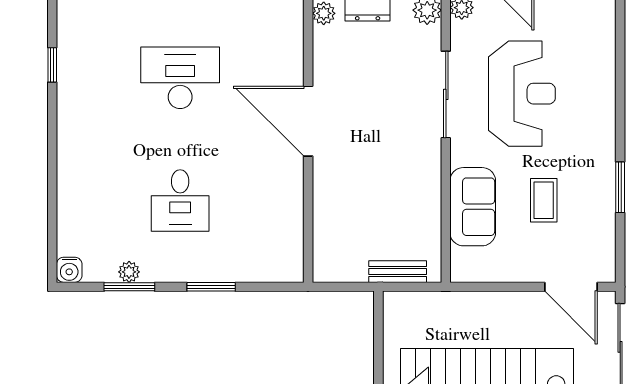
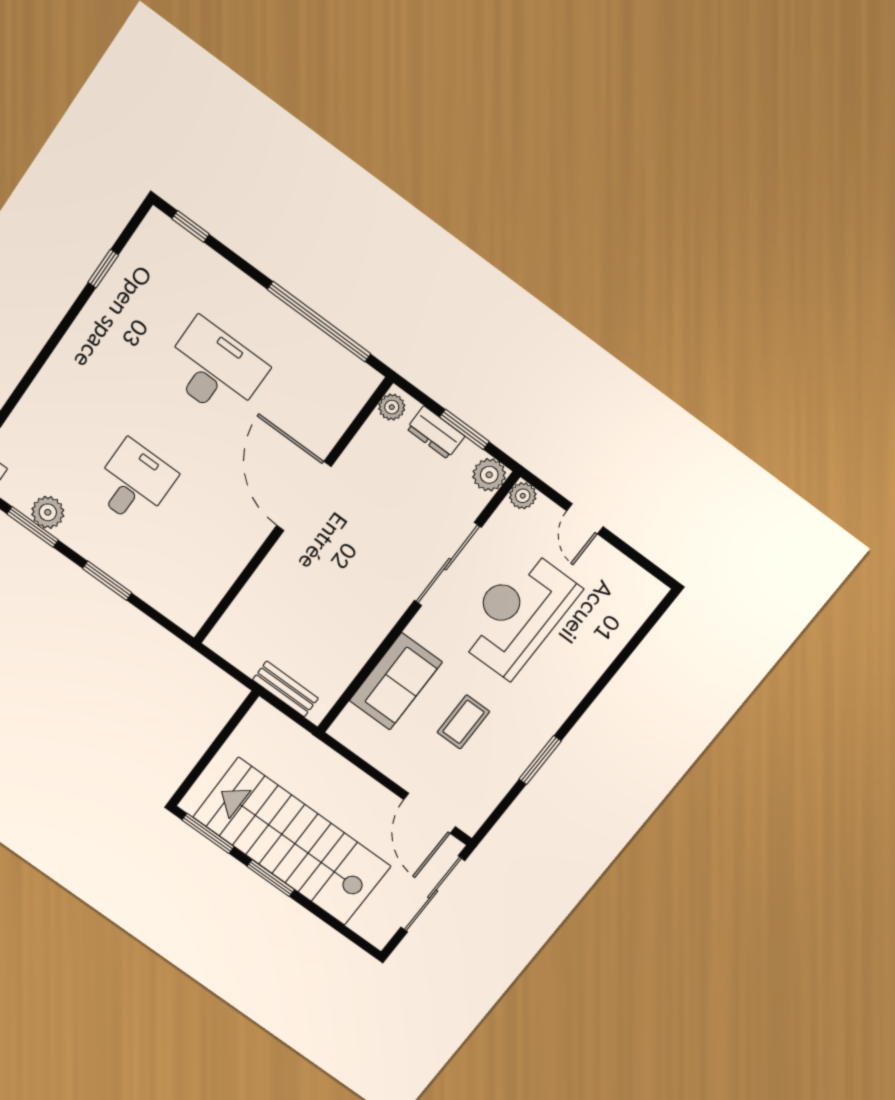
reception desk: (522, 94) -> (517, 614), turned 180
desk: (180, 201) -> (134, 483), turned 180
plant: (129, 272) -> (48, 512), width x1.38, depth x1.38

